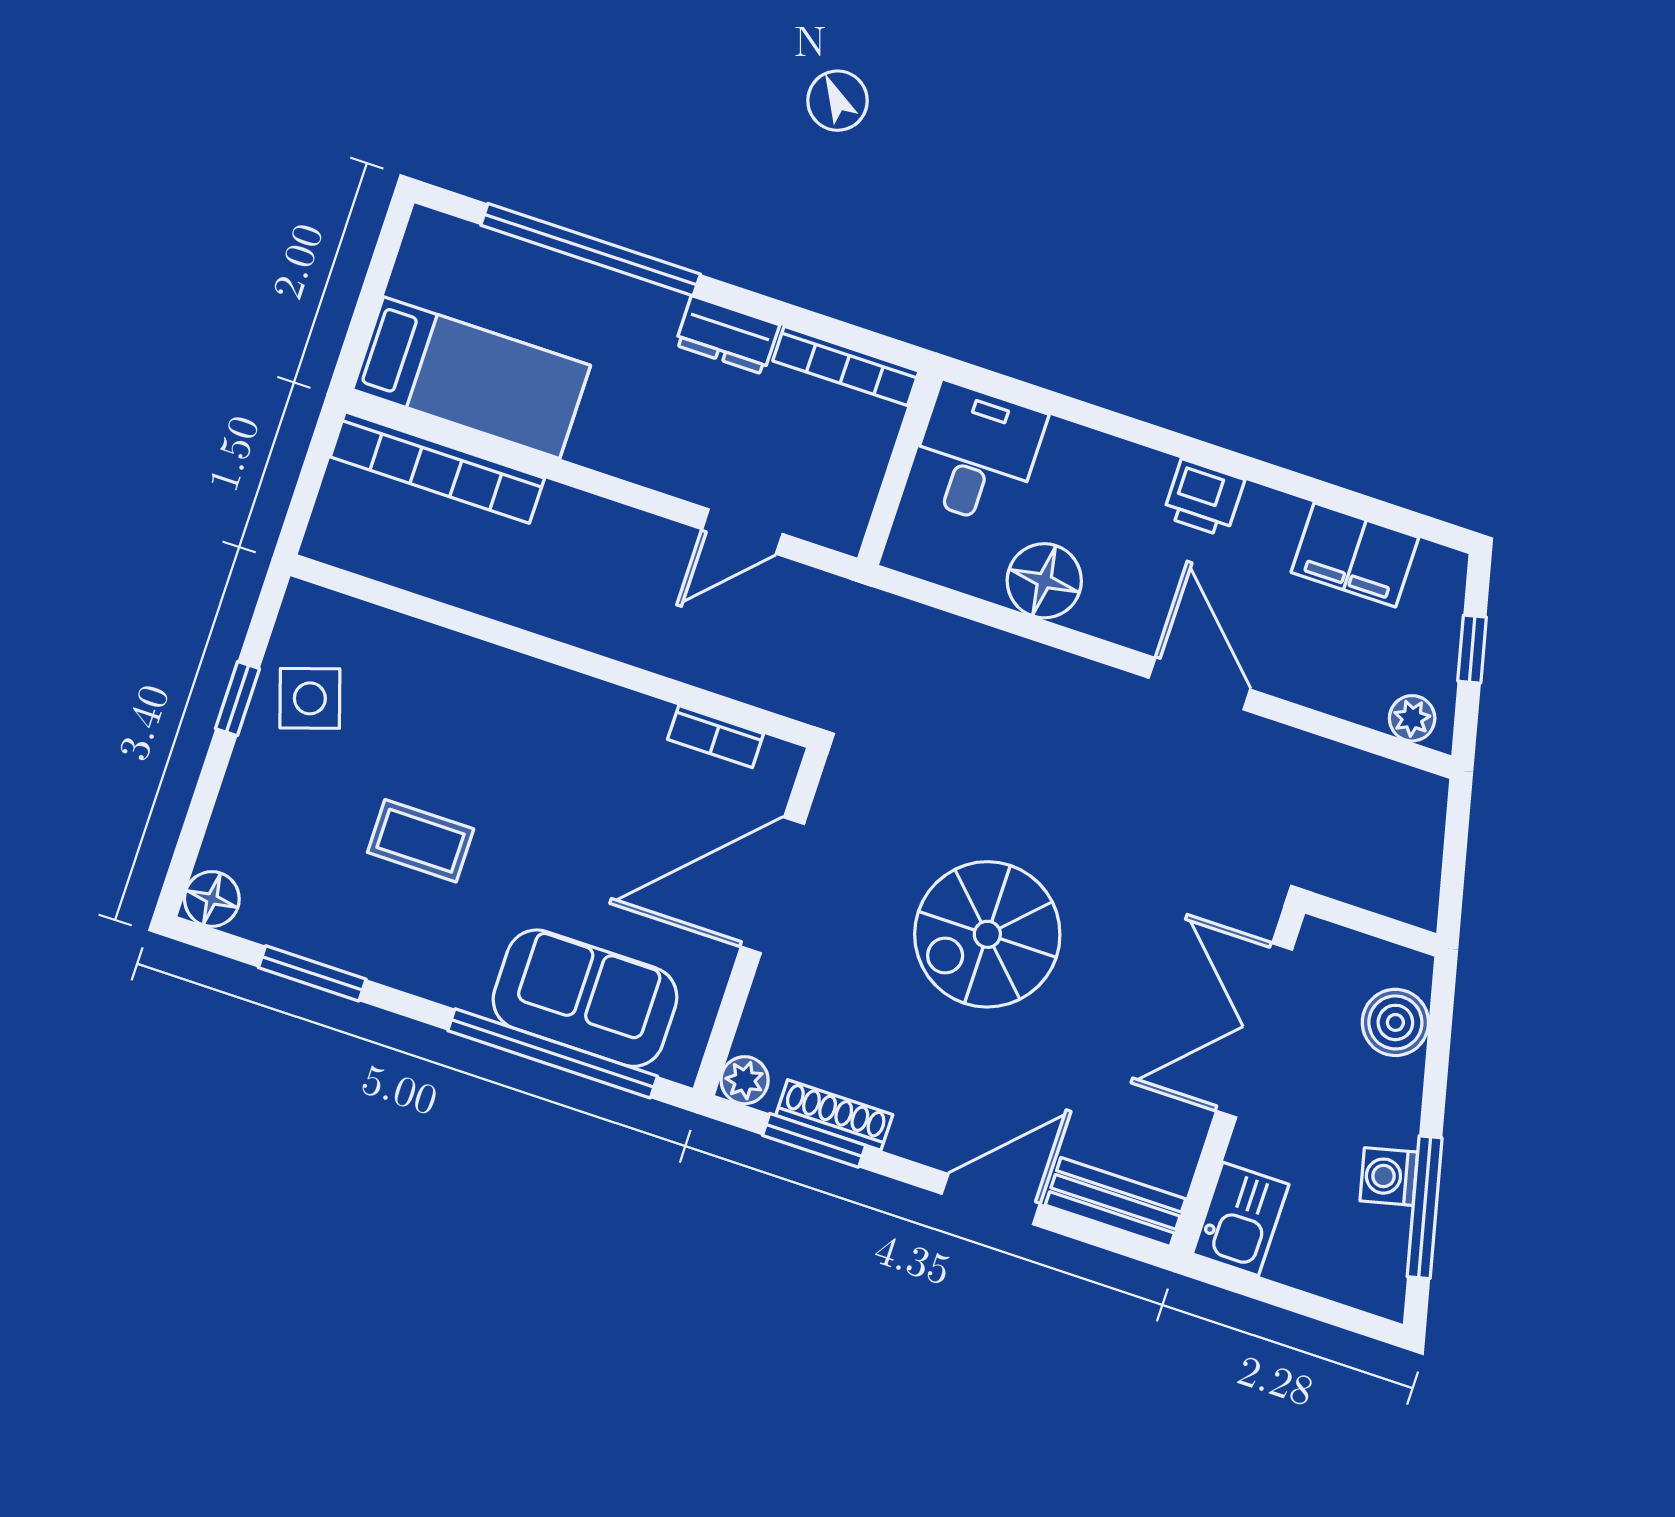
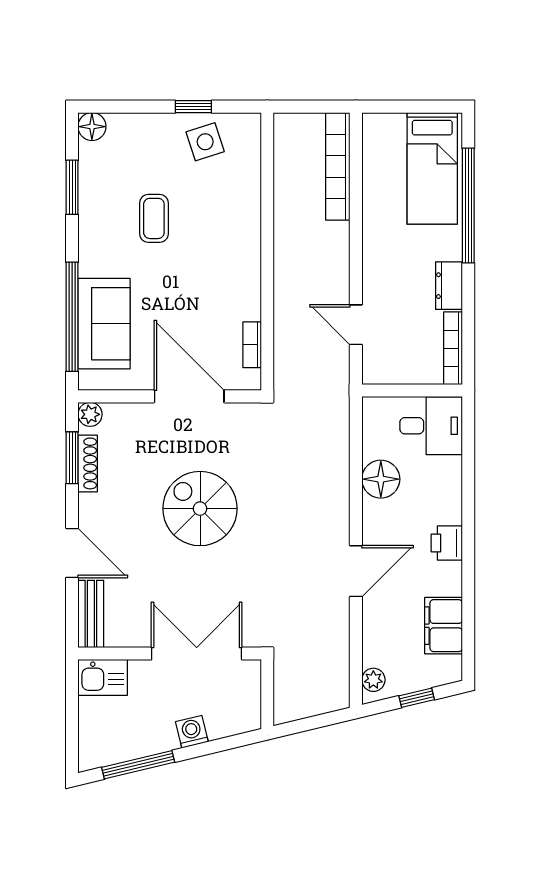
bed: (471, 378) -> (432, 168), moved
boiler: (1395, 1022) -> (223, 721), removed
washing machine: (1389, 1177) -> (192, 732), moved

